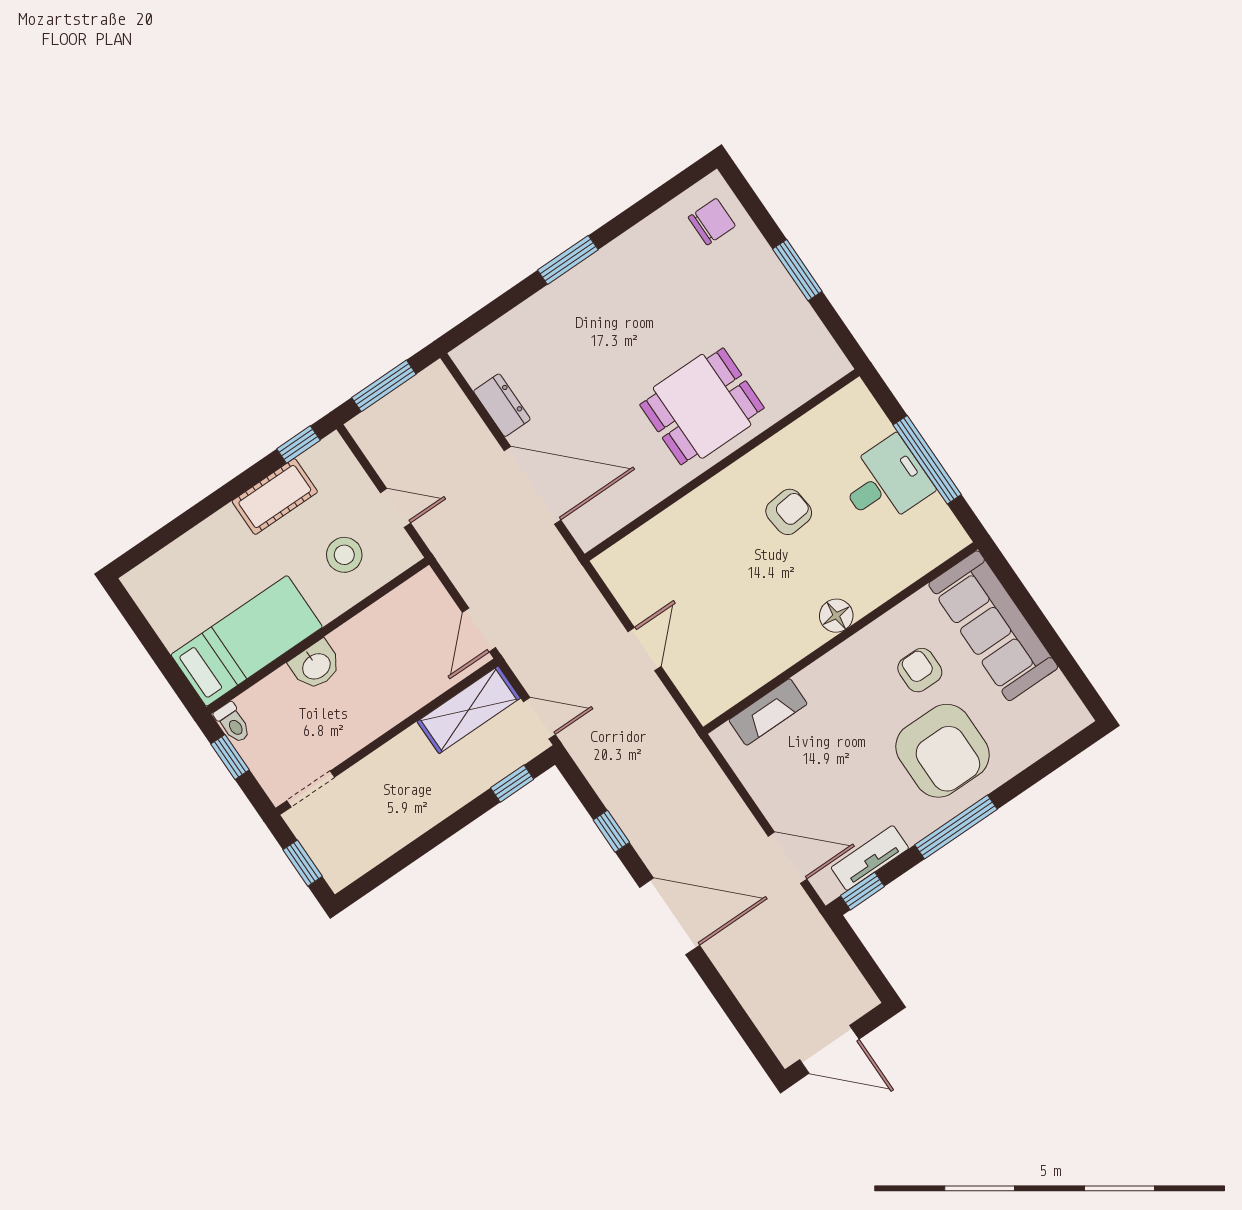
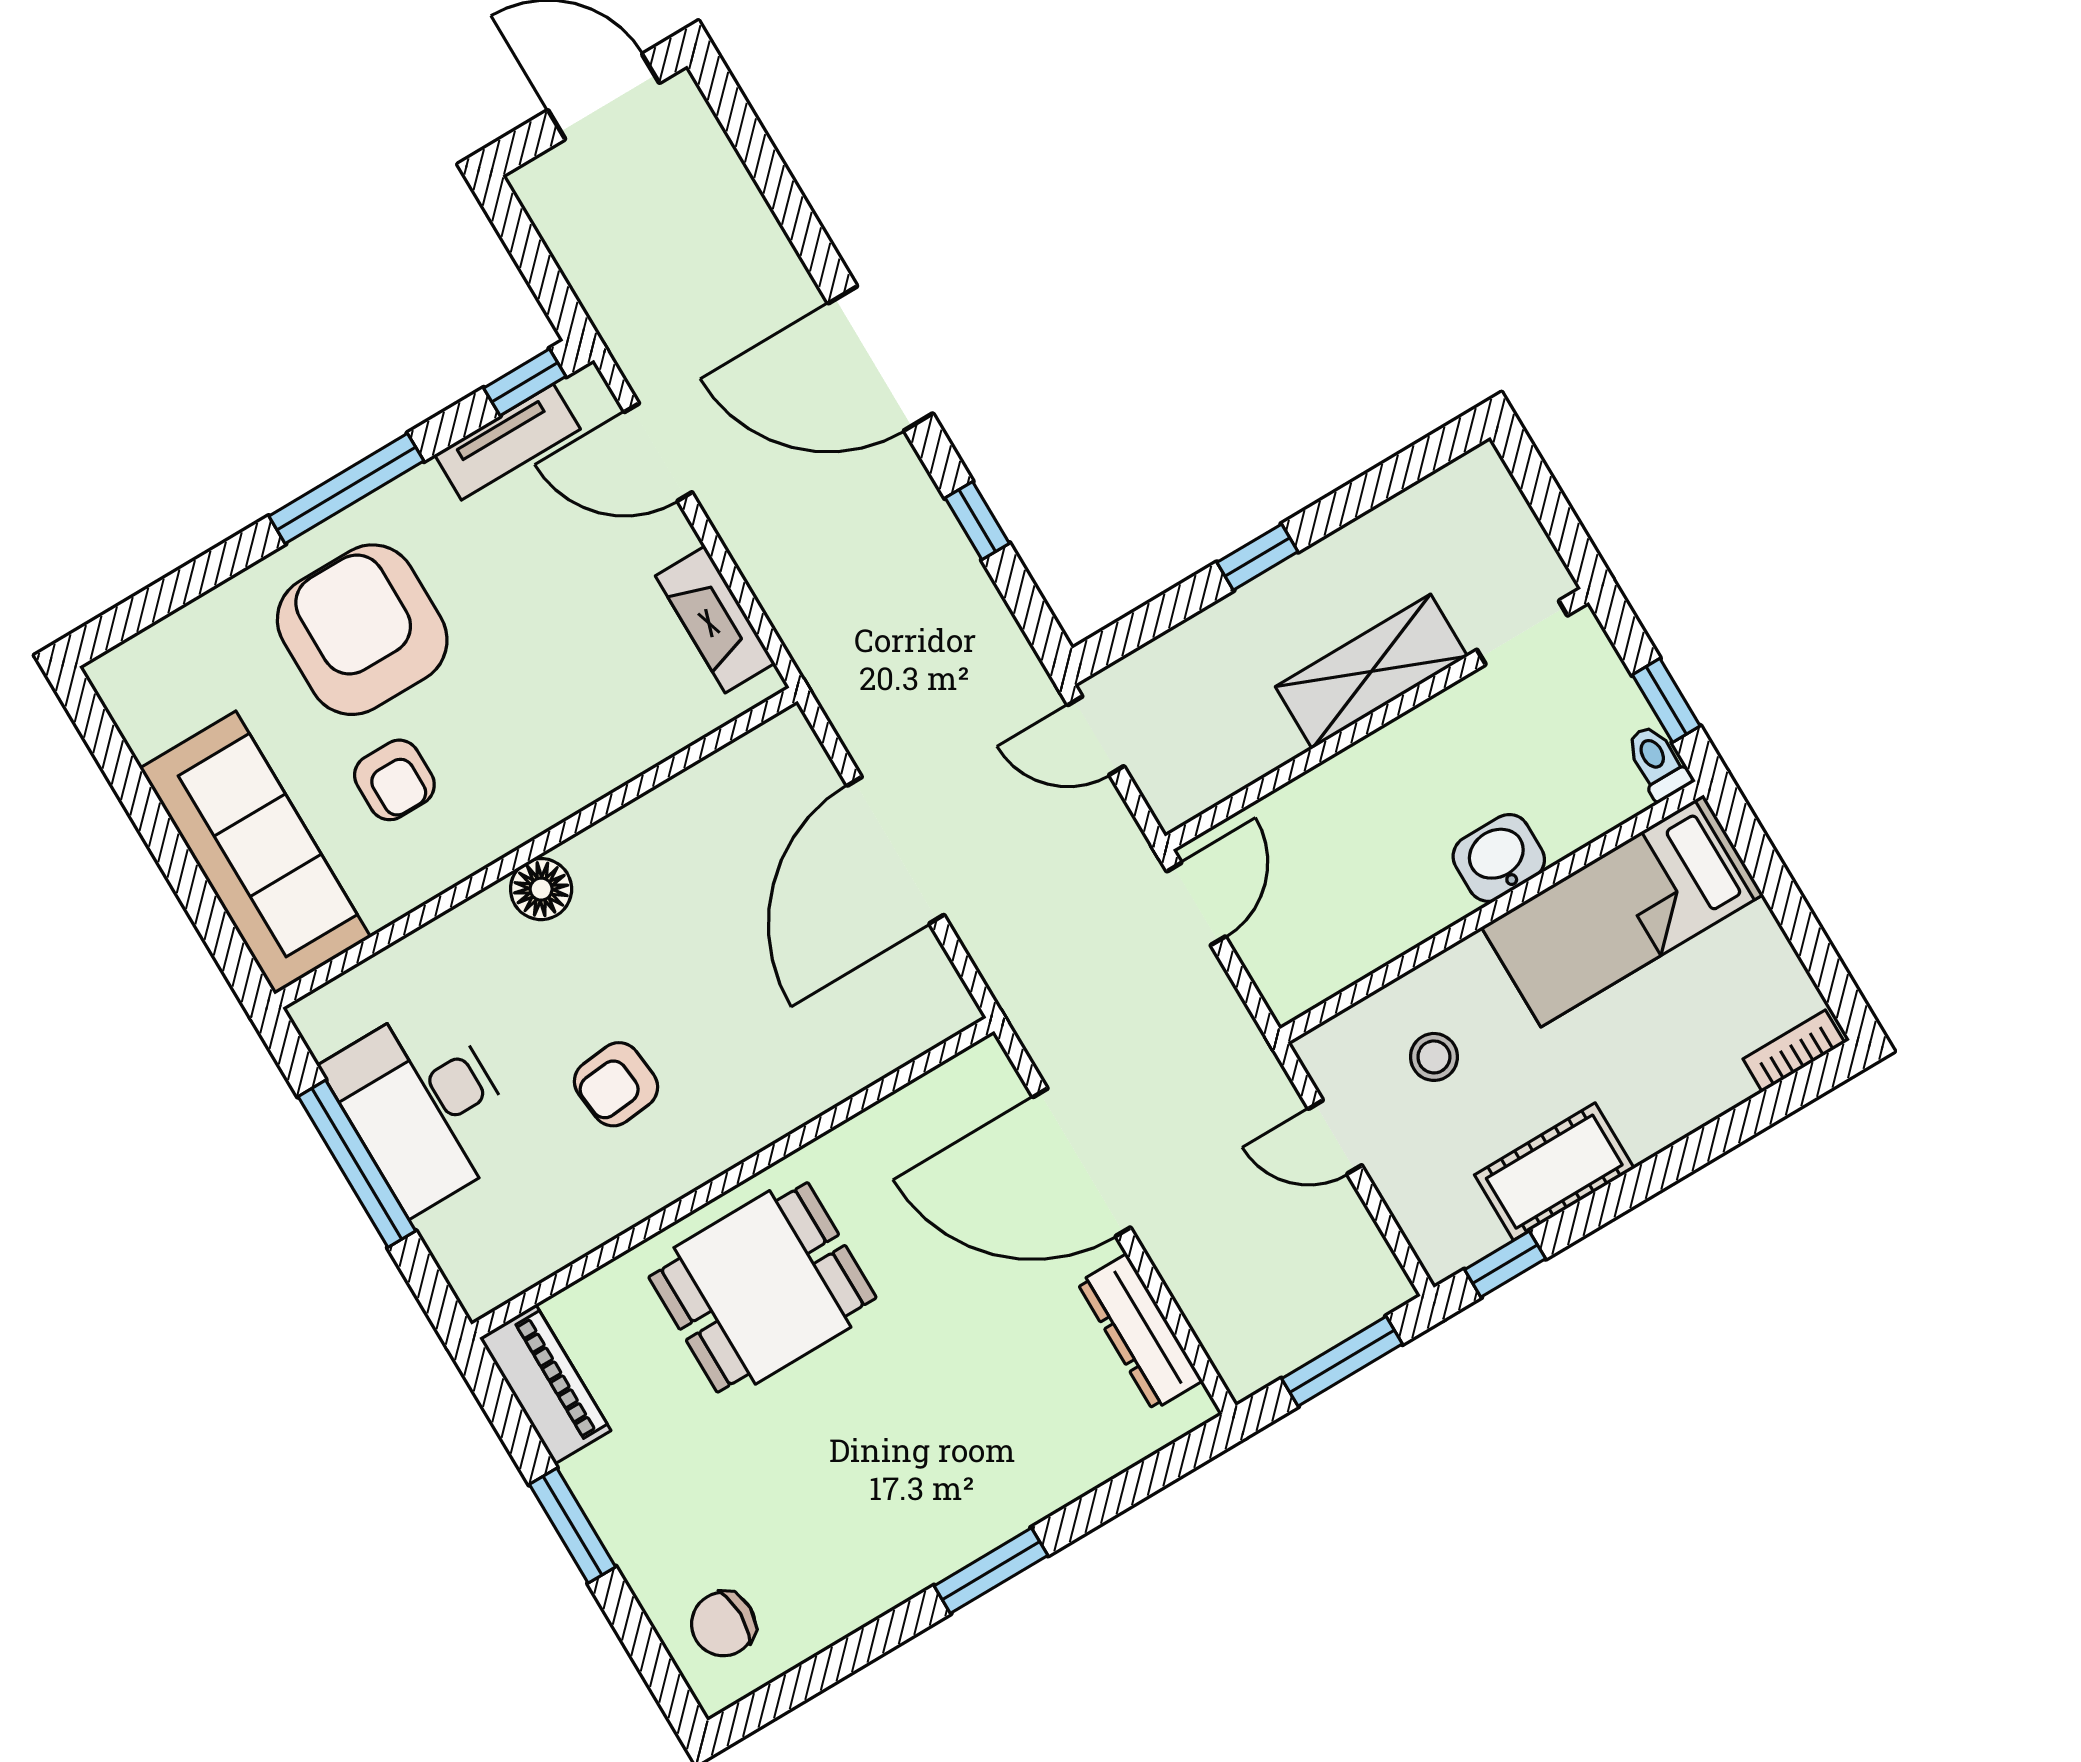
piano: (817, 346) -> (545, 1384), added
dresser: (502, 405) -> (1140, 1332), width x1.44
desk: (885, 482) -> (423, 1106), width x1.37
stool: (344, 555) -> (1434, 1057), width x0.73, depth x0.73
bookcase: (148, 570) -> (1794, 1051), added
door: (645, 649) -> (896, 850), width x1.87
shelving: (469, 710) -> (1371, 671), moved
fireplace: (768, 712) -> (715, 619), moved, turned -90
window: (512, 784) -> (1257, 557), moved
window: (303, 863) -> (1545, 498), removed

